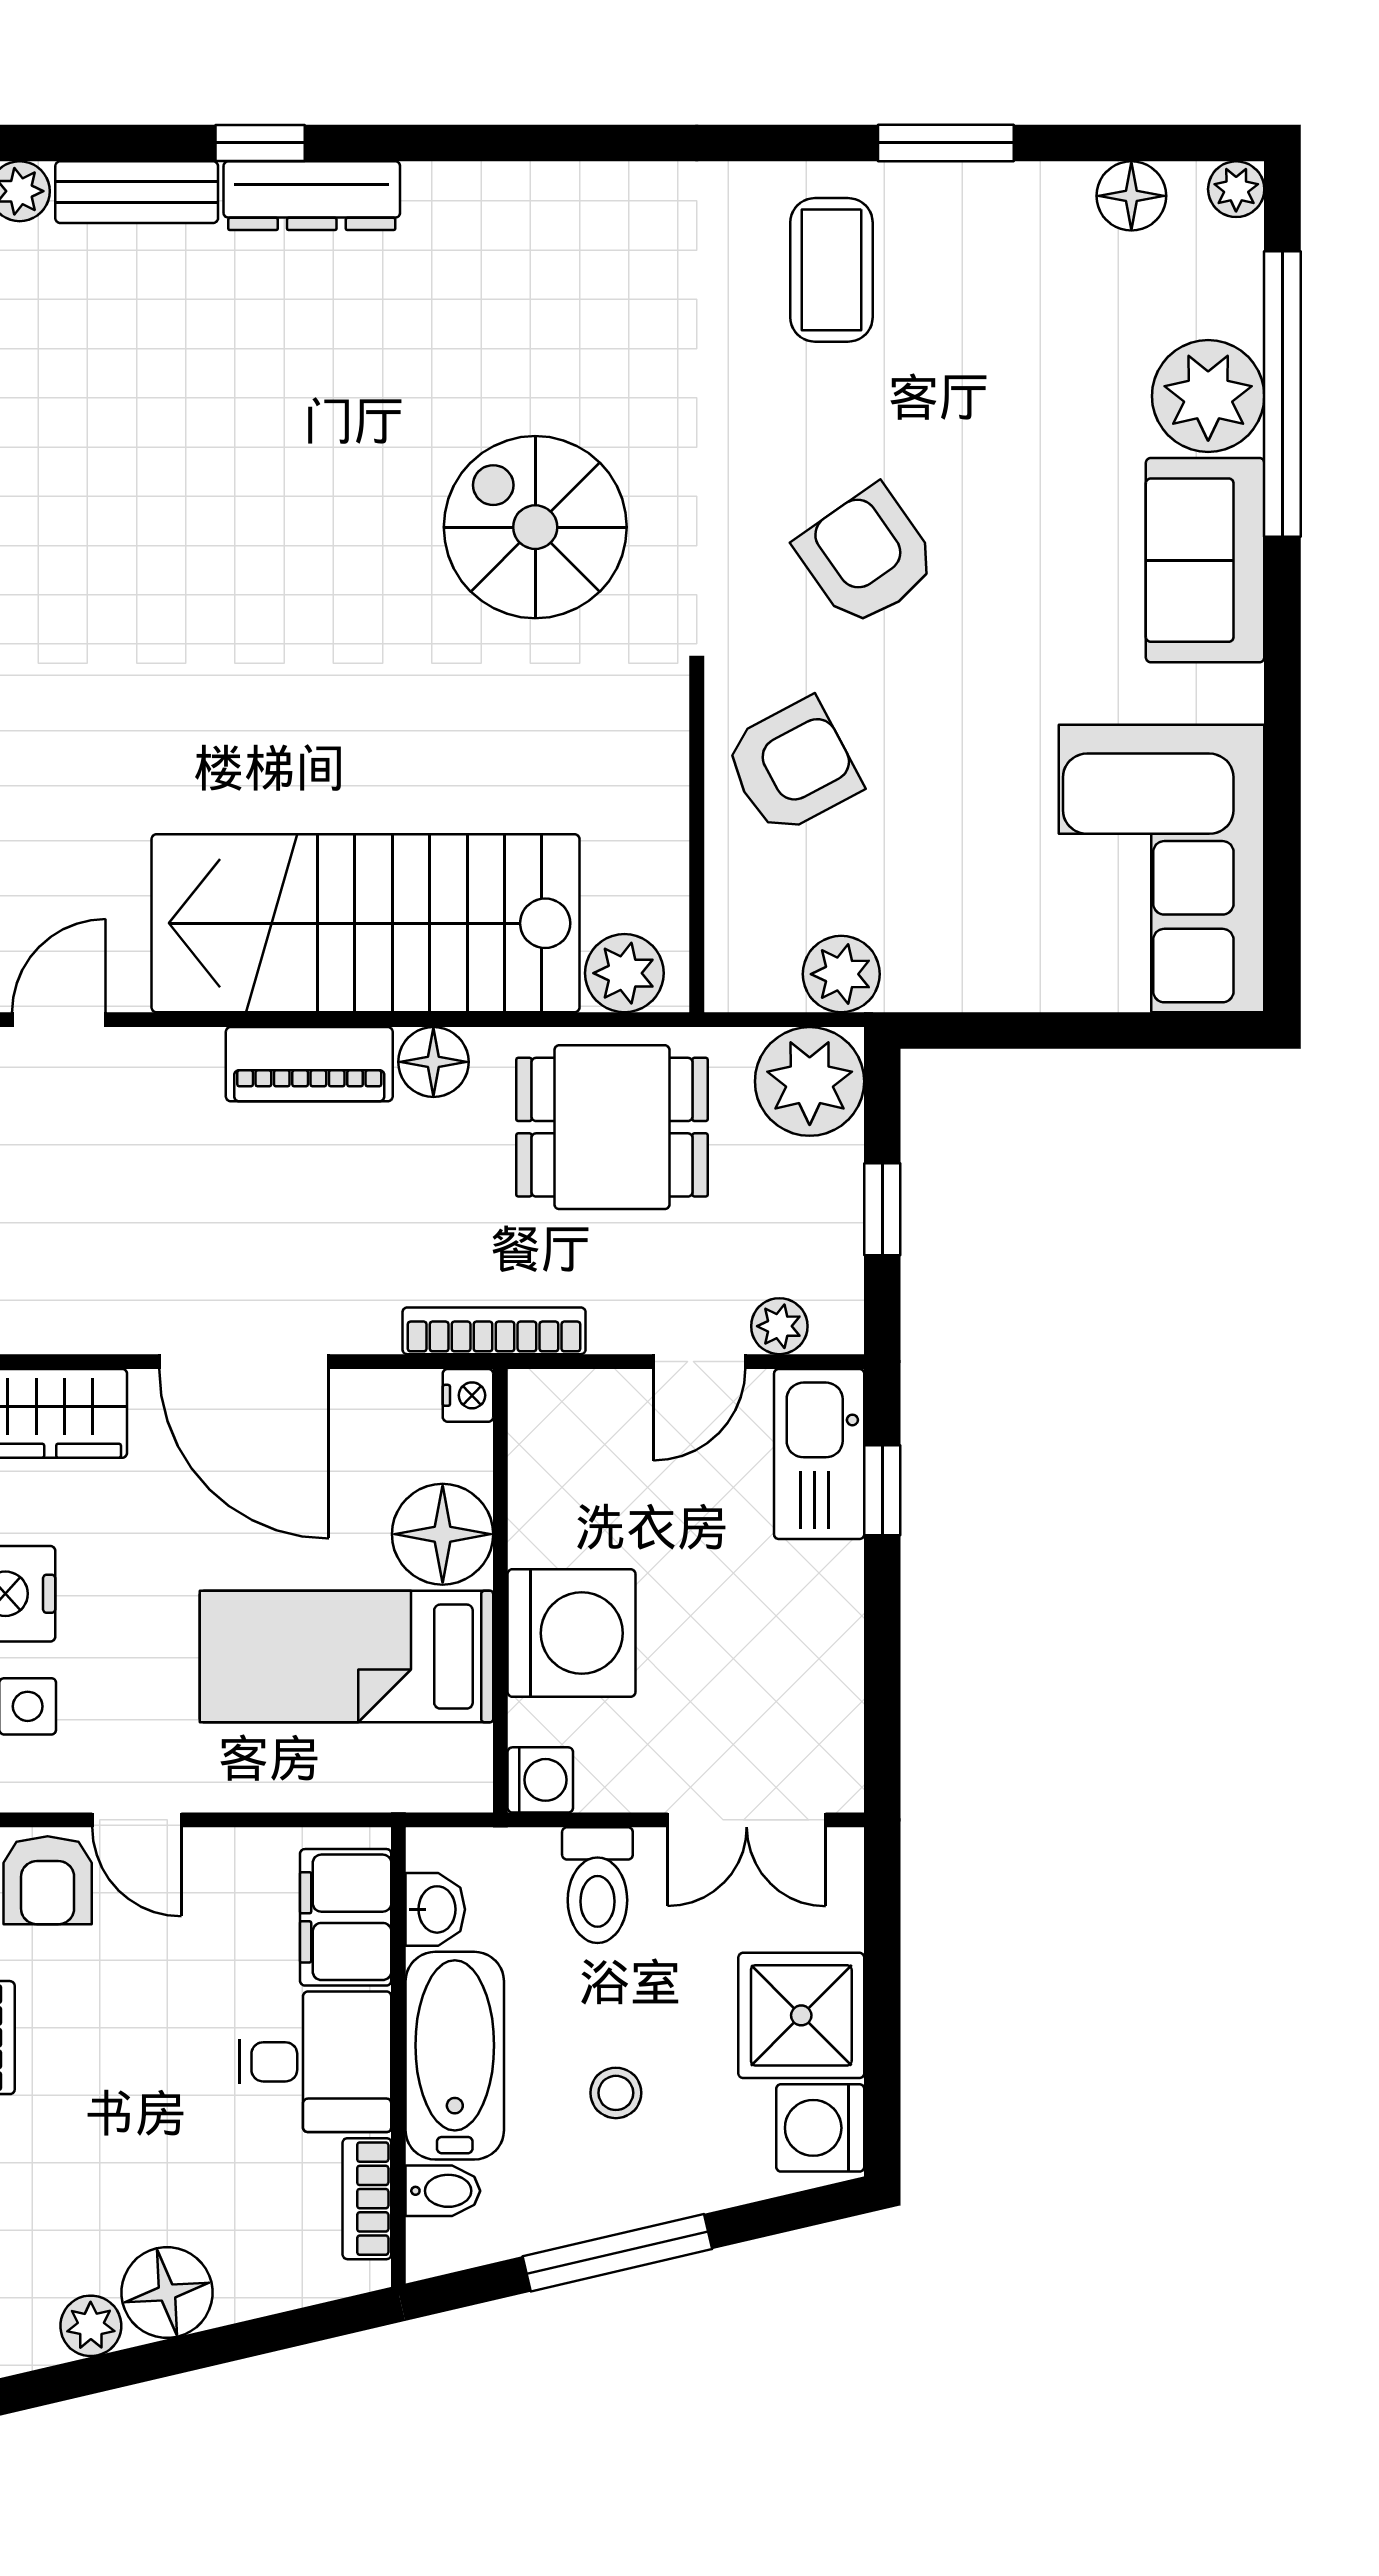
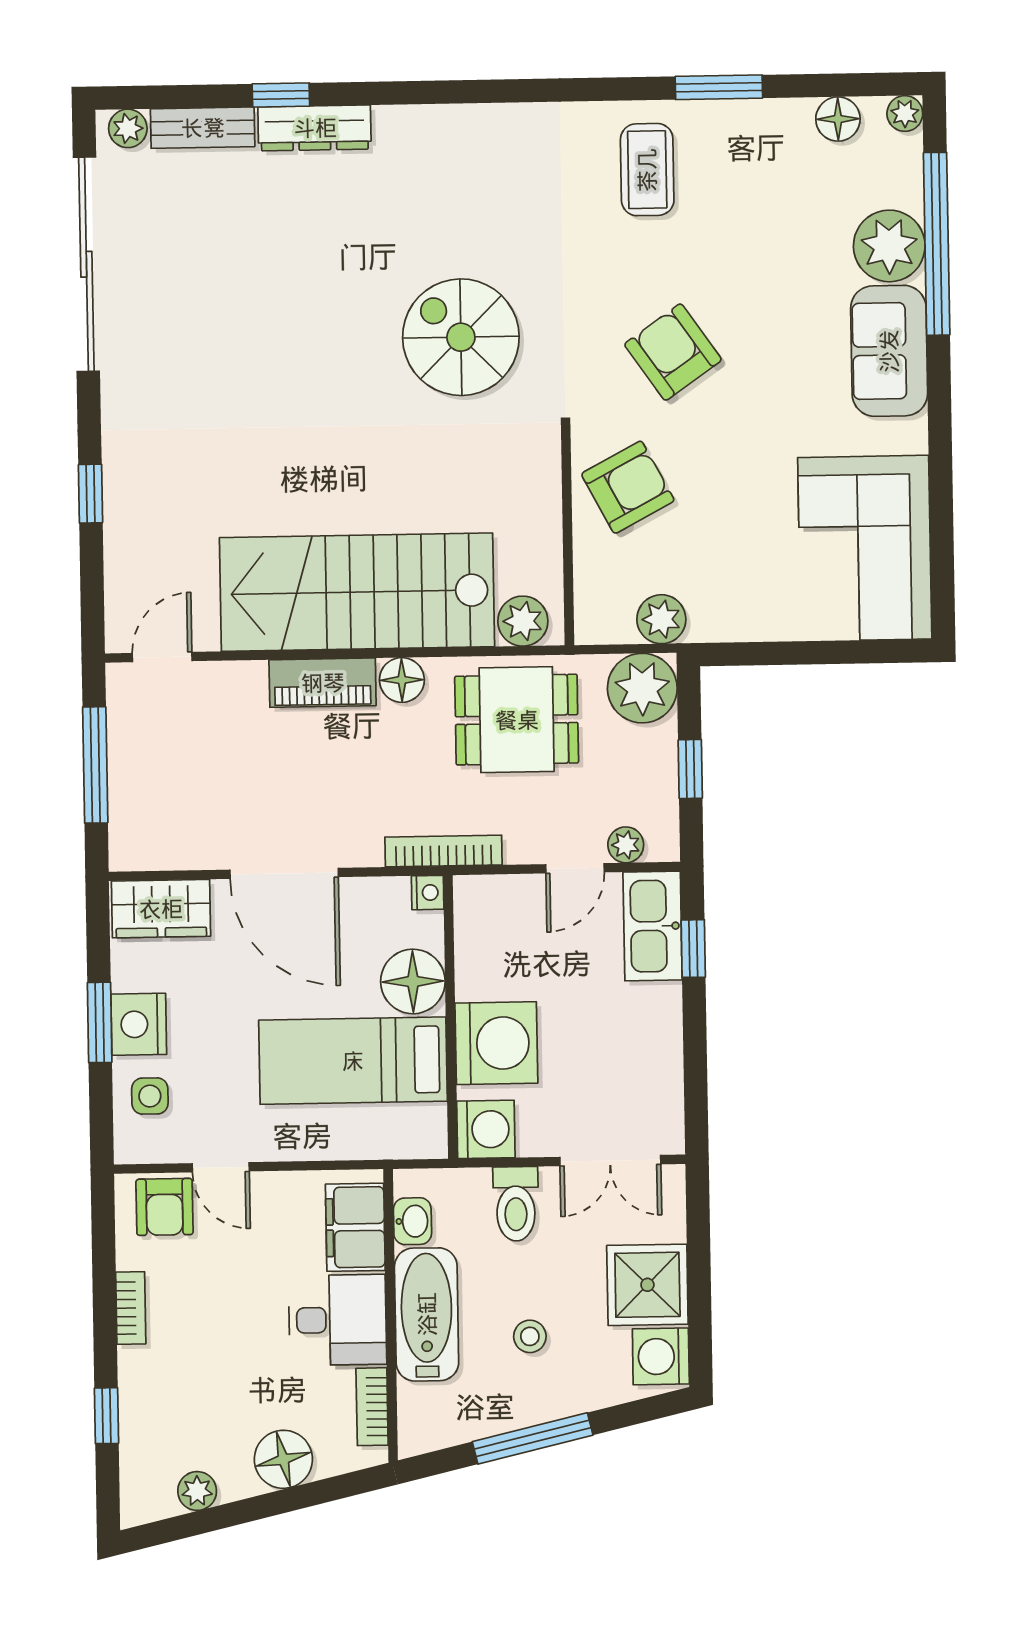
washing machine: (540, 1780) -> (486, 1129), width x1.38, depth x1.38
bidet: (443, 2191) -> (421, 1401), removed
floor lamp: (167, 2293) -> (283, 1459), moved

